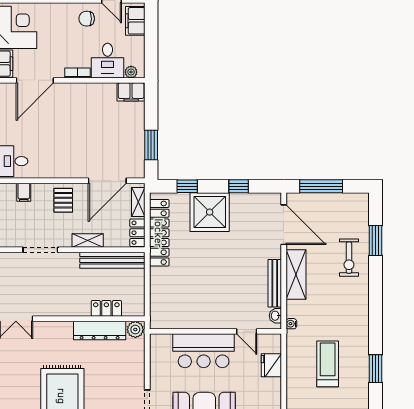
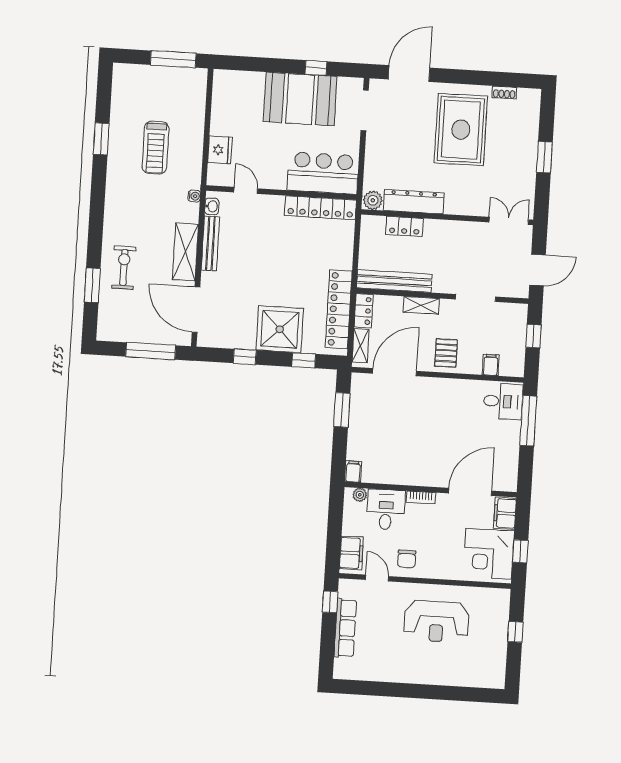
chair: (87, 19) -> (407, 559), turned 90
filing cabinet: (131, 92) -> (353, 472), width x0.50
locker: (181, 320) -> (320, 208), added
bar counter: (204, 351) -> (323, 173), moved

